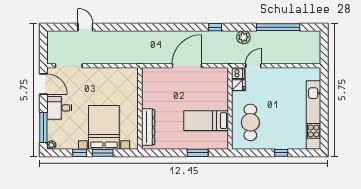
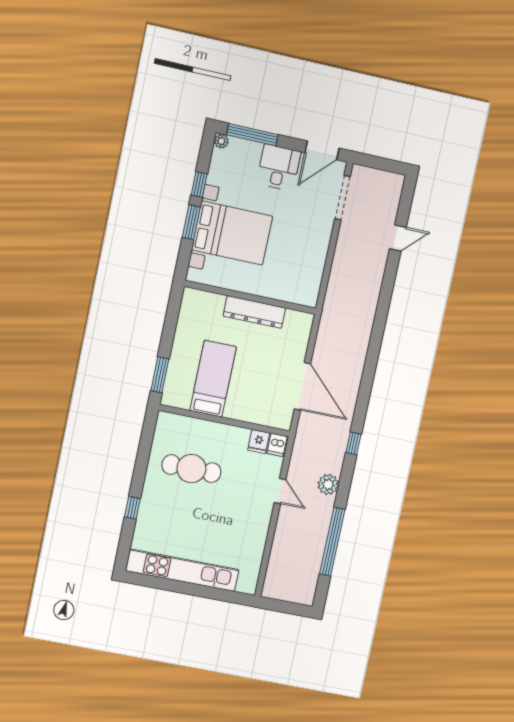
dishwasher: (238, 74) -> (277, 445), moved
fridge: (238, 85) -> (259, 442), moved
wall: (230, 108) -> (224, 421), moved
bed: (206, 121) -> (213, 379), moved
dresser: (148, 127) -> (254, 312), moved

